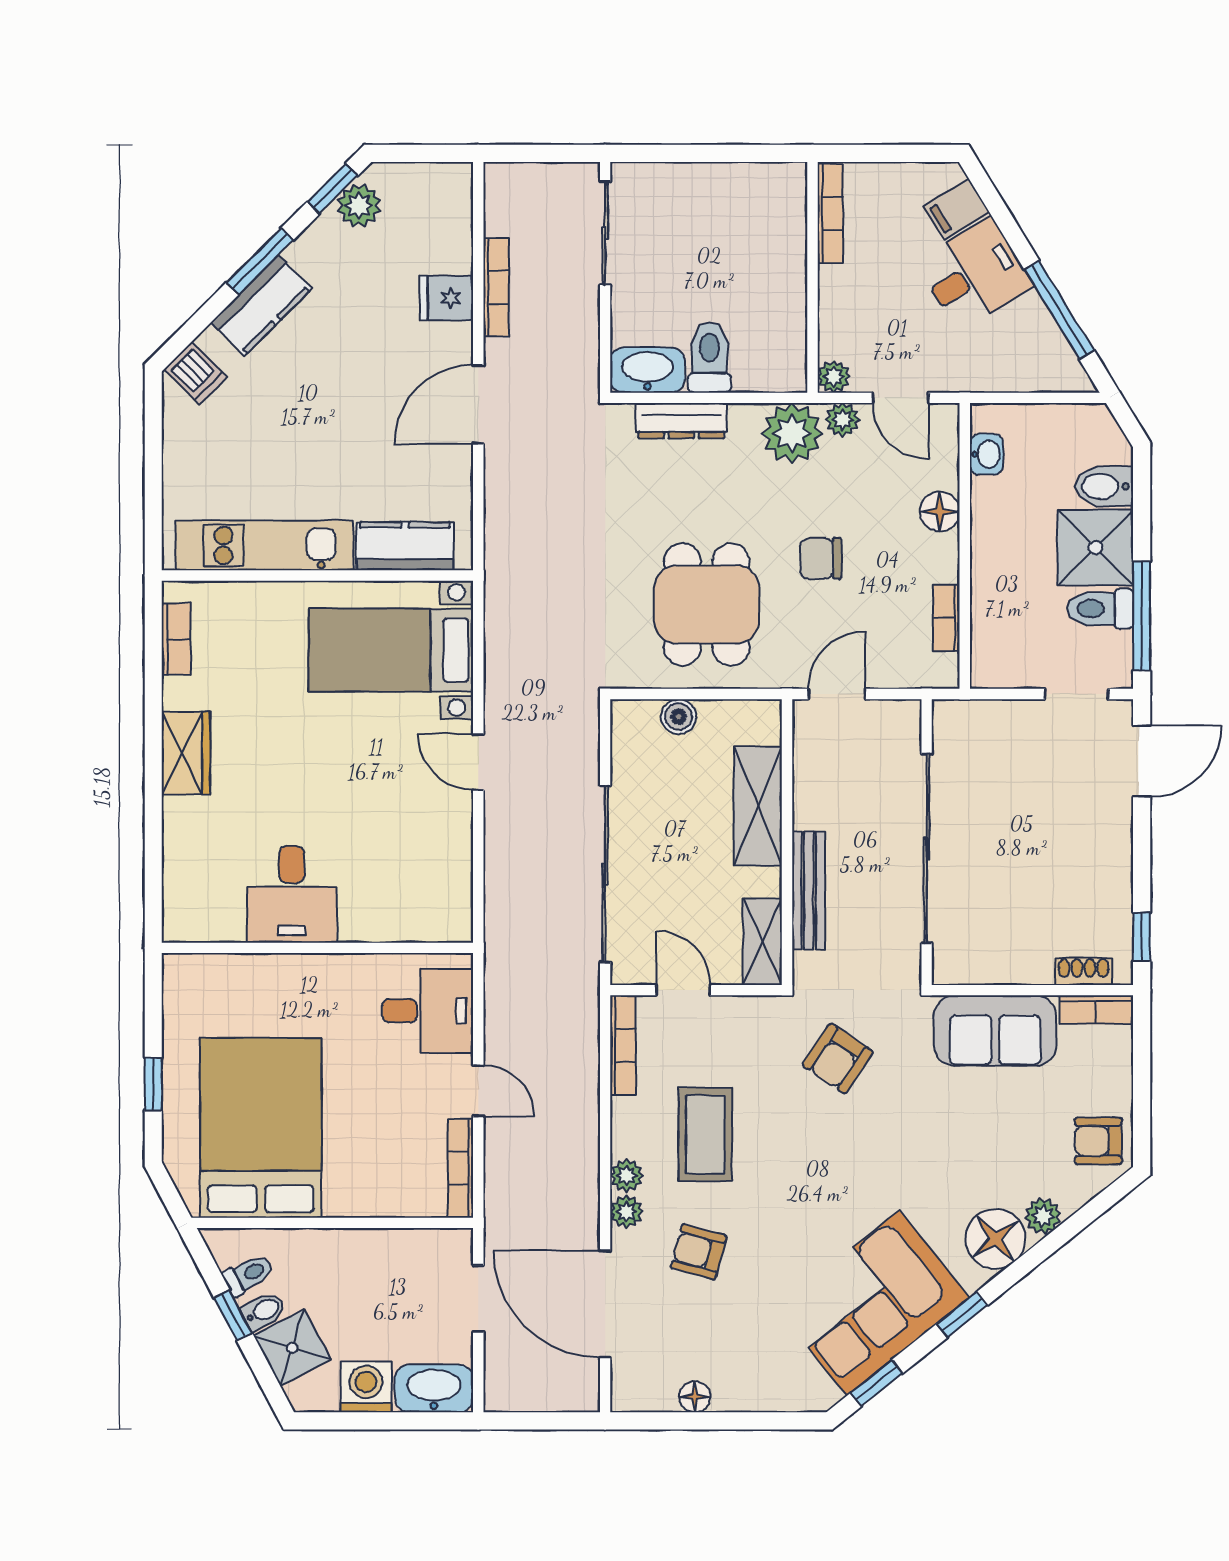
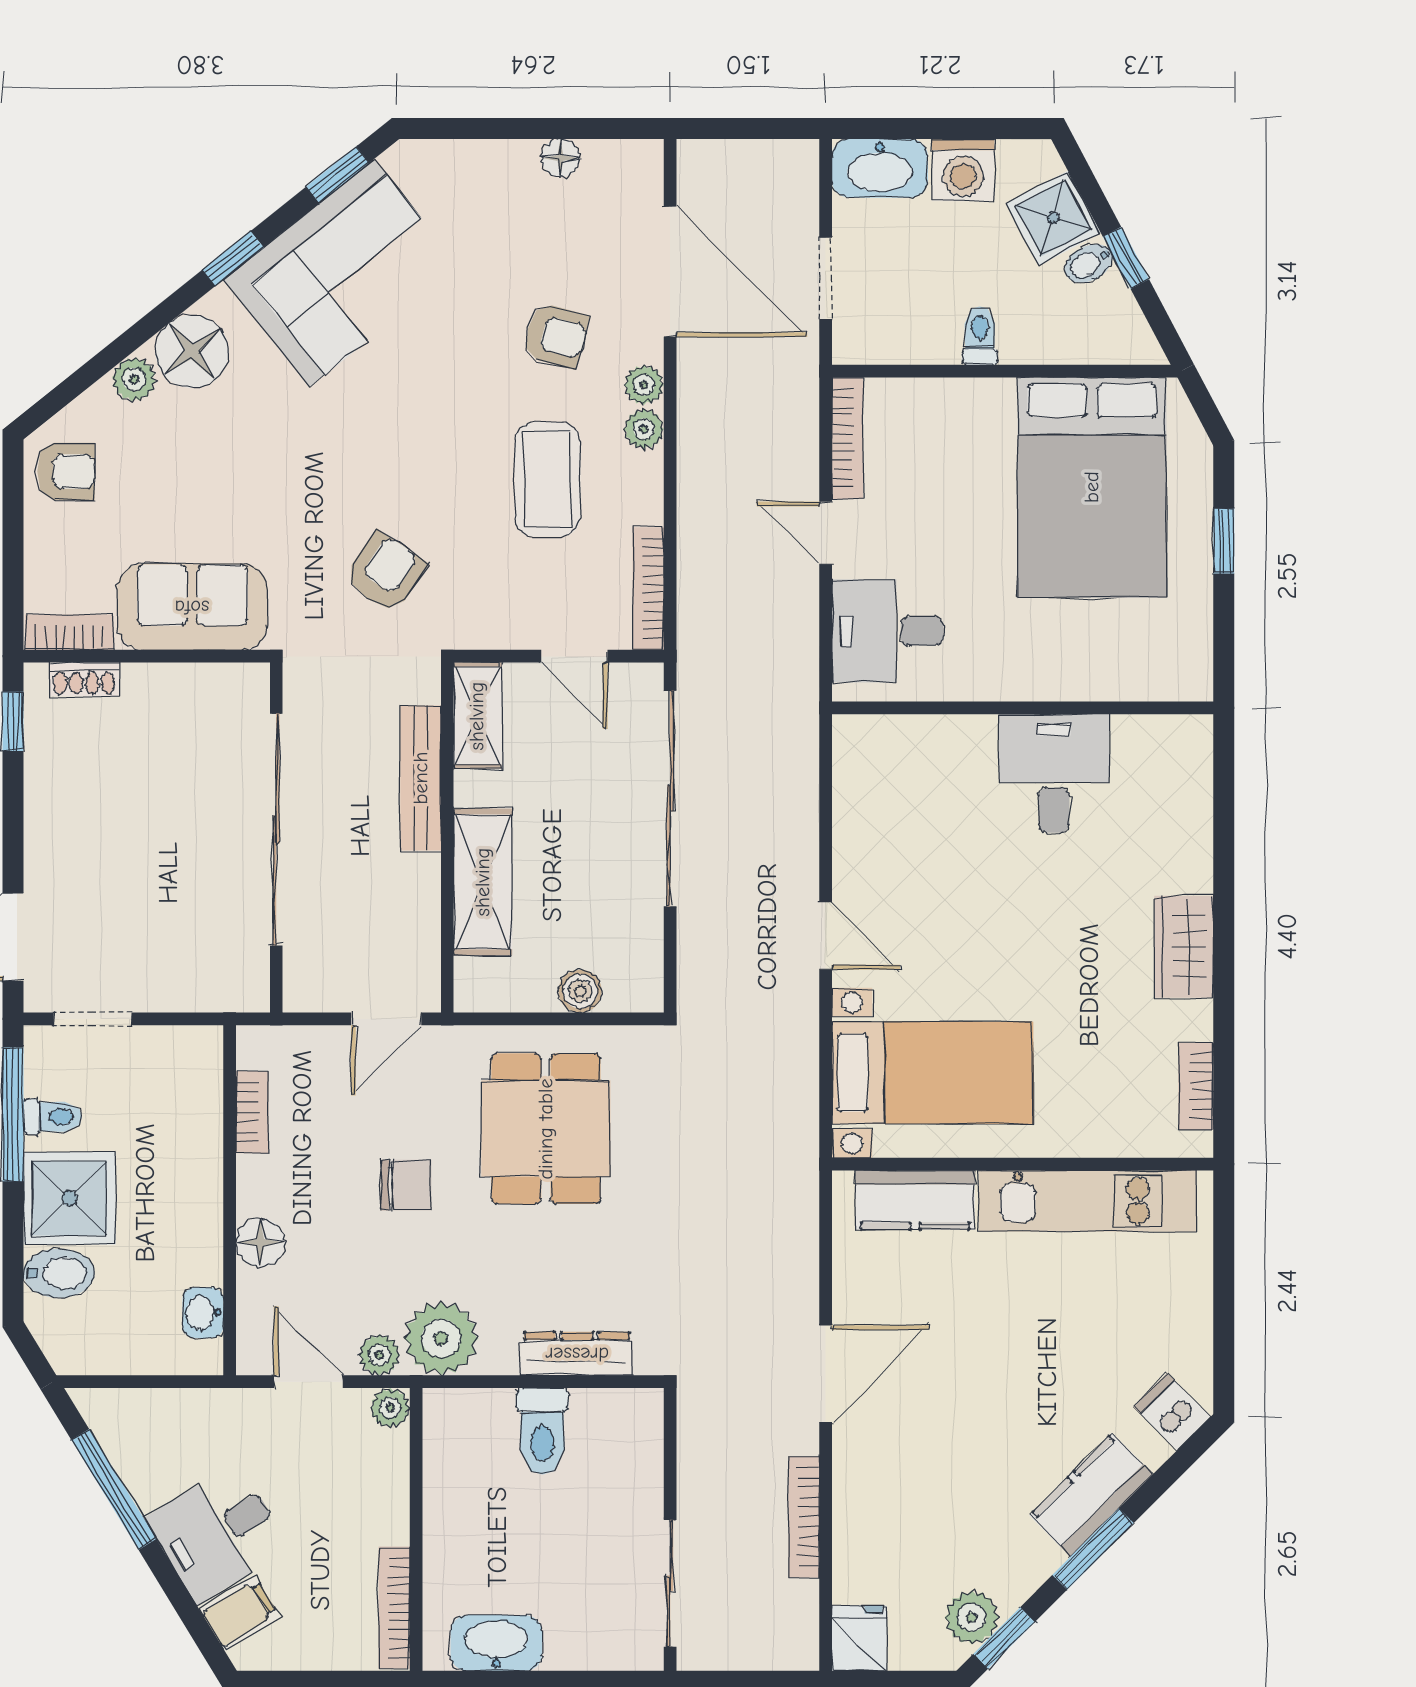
fridge: (446, 298) -> (859, 1638), moved, turned -90
washbasin: (647, 370) -> (496, 1643), moved, turned 180
toilet: (1100, 609) -> (53, 1117), width x0.73, depth x0.72
toilet: (248, 1275) -> (980, 336), moved, turned 118

